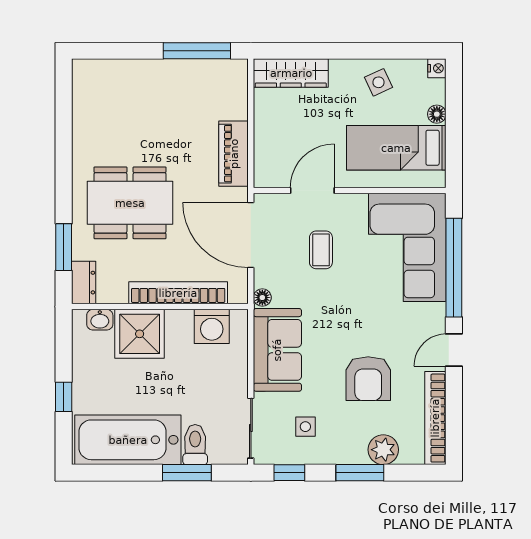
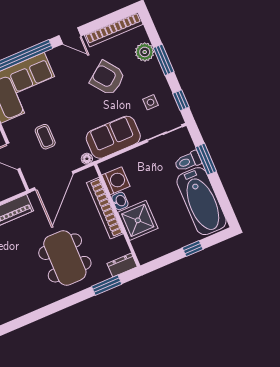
coffee table: (321, 250) -> (45, 137), turned 90
washbasin: (100, 320) -> (120, 201), moved
armchair: (368, 379) -> (107, 78), turned -127

